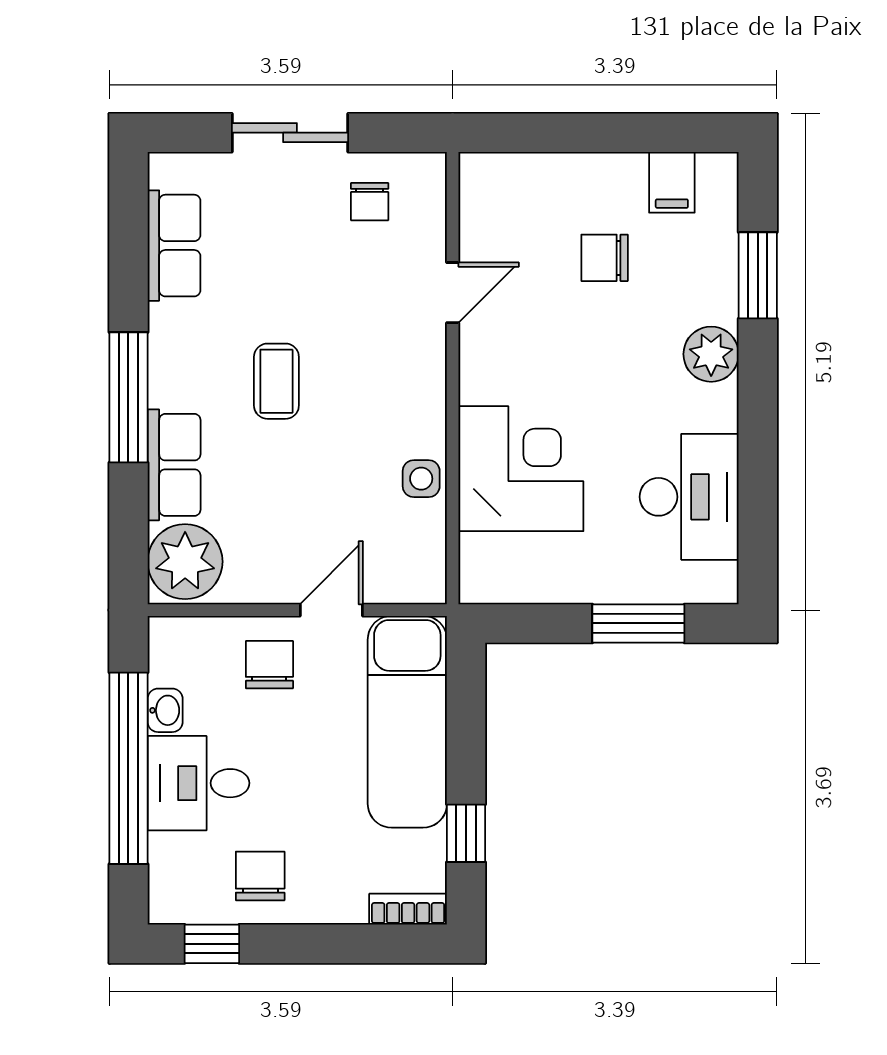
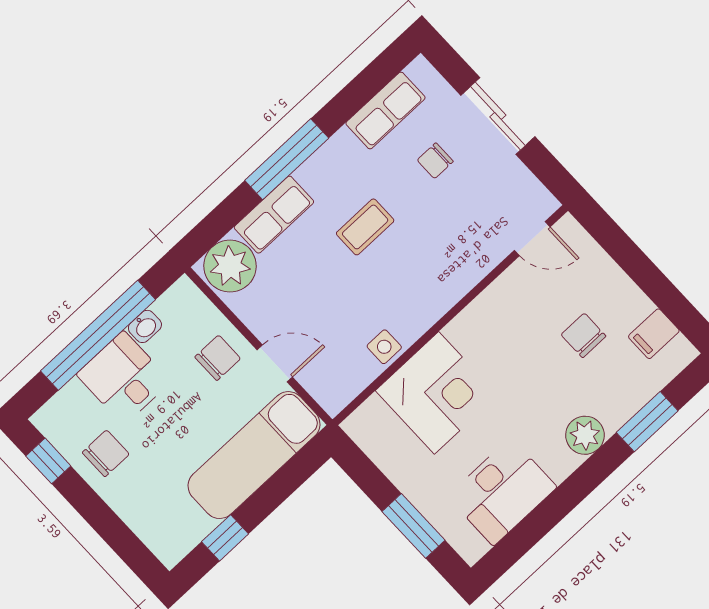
chair: (370, 202) -> (435, 161), moved
door: (453, 293) -> (532, 239), moved
bookcase: (408, 909) -> (159, 544), removed

